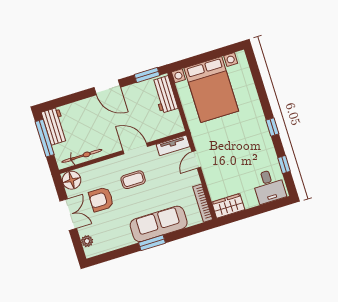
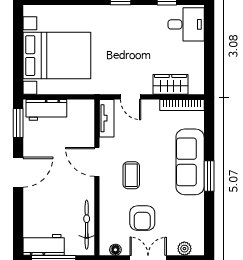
door: (135, 149) -> (97, 162), hinge flipped
floor lamp: (72, 180) -> (115, 250), width x0.53, depth x0.53
wardrobe: (228, 206) -> (171, 84), moved, turned 90

